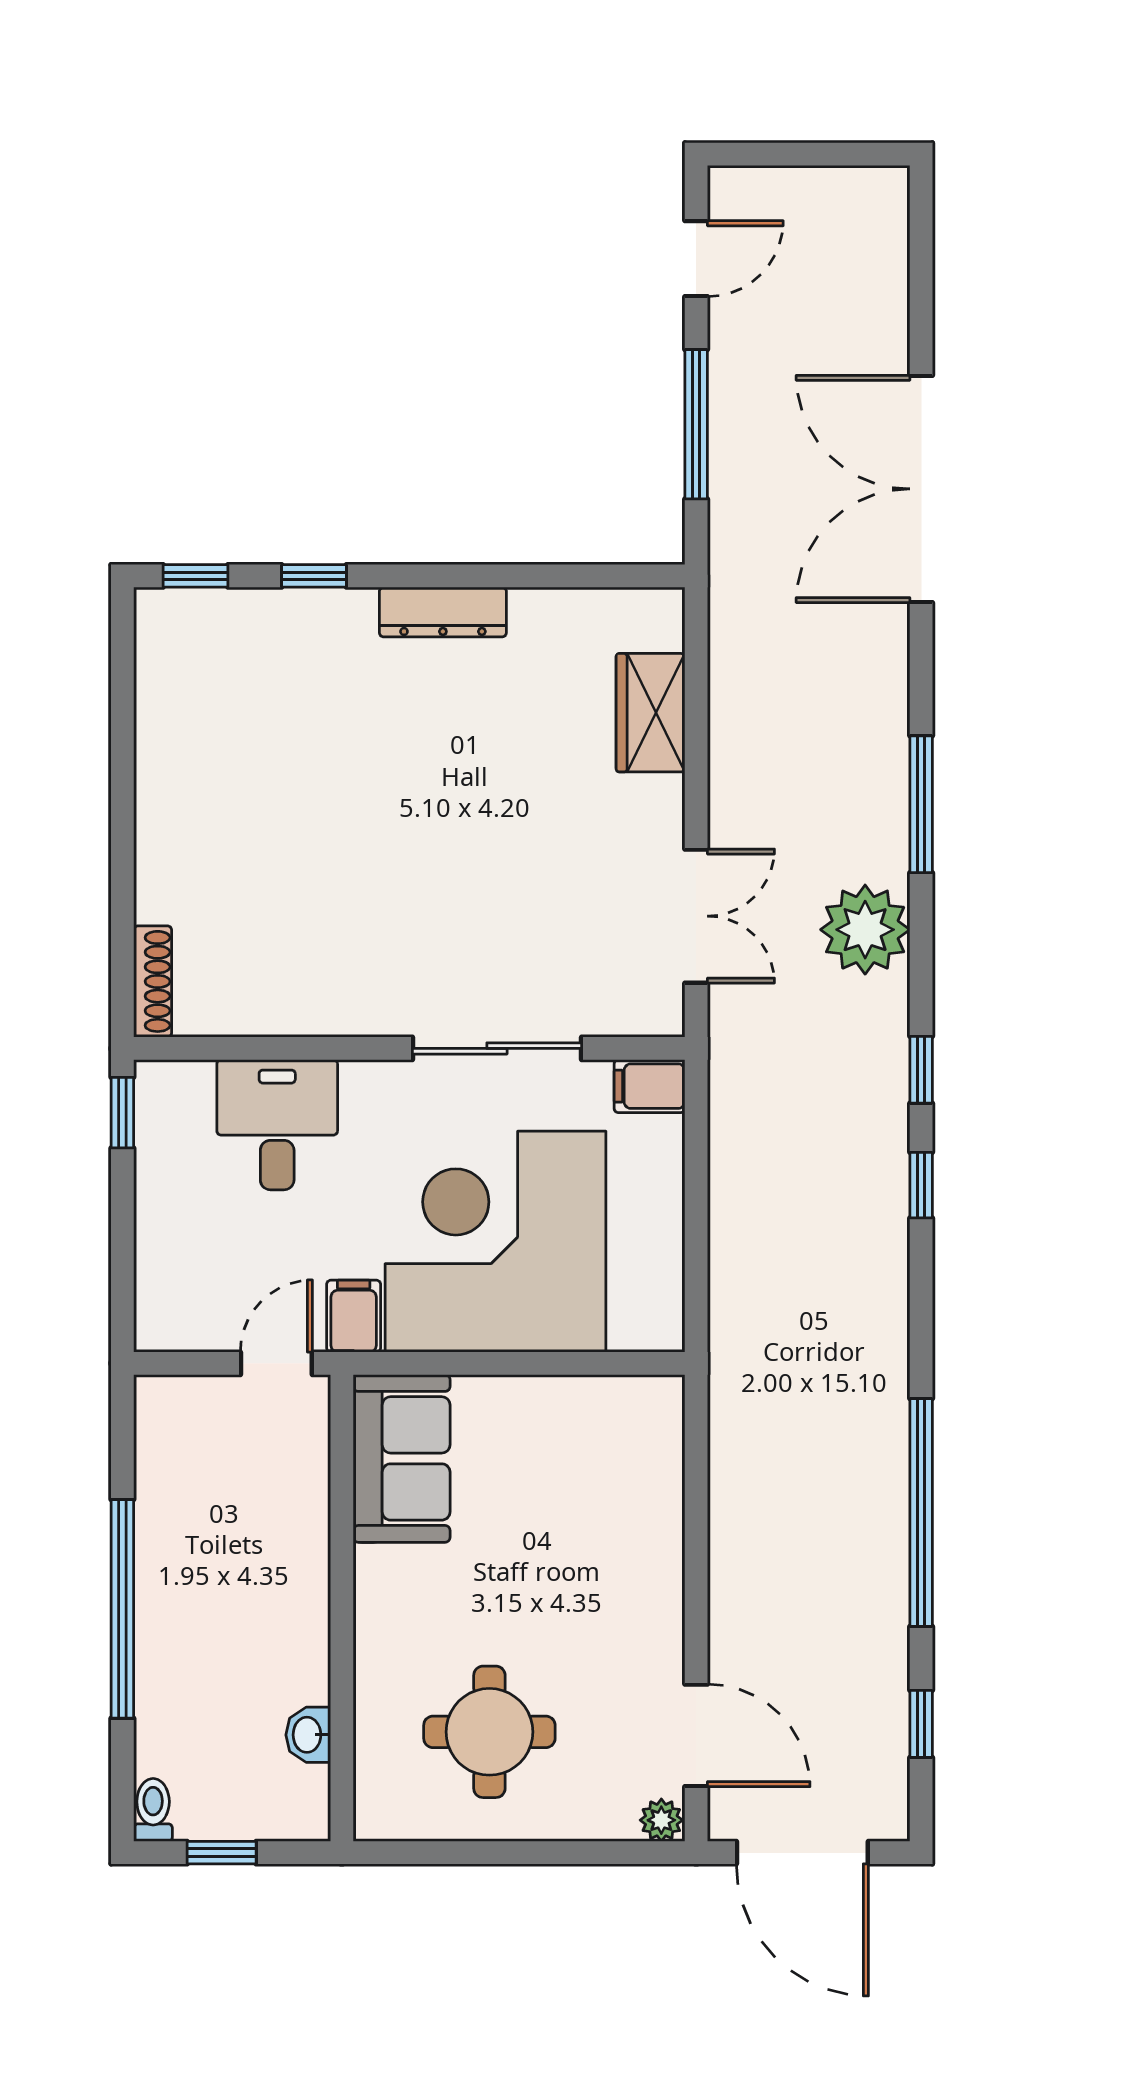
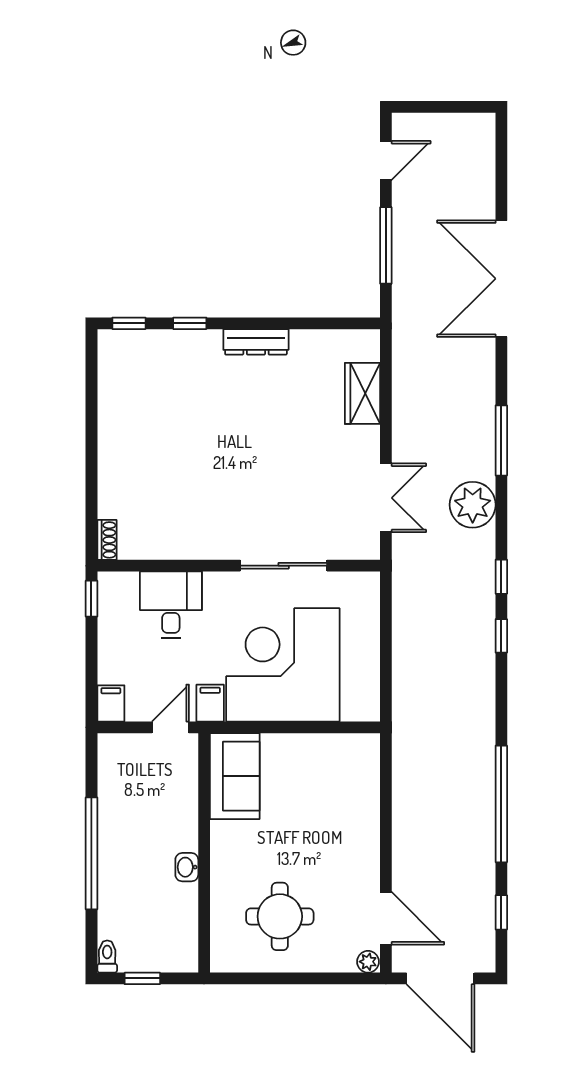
shoe rack: (153, 981) -> (107, 540), width x0.70
filing cabinet: (650, 1086) -> (111, 703), moved, turned 90
washbasin: (308, 1735) -> (187, 867), moved

